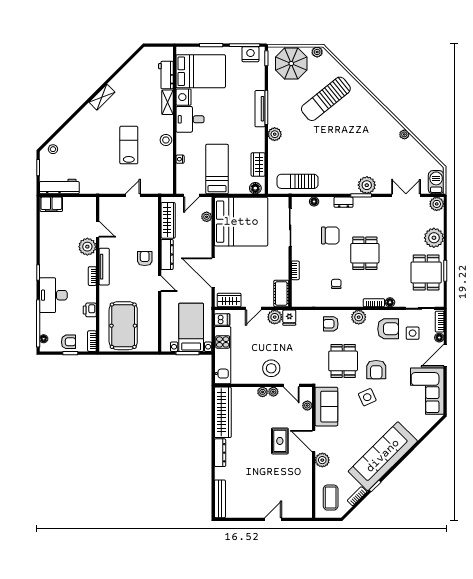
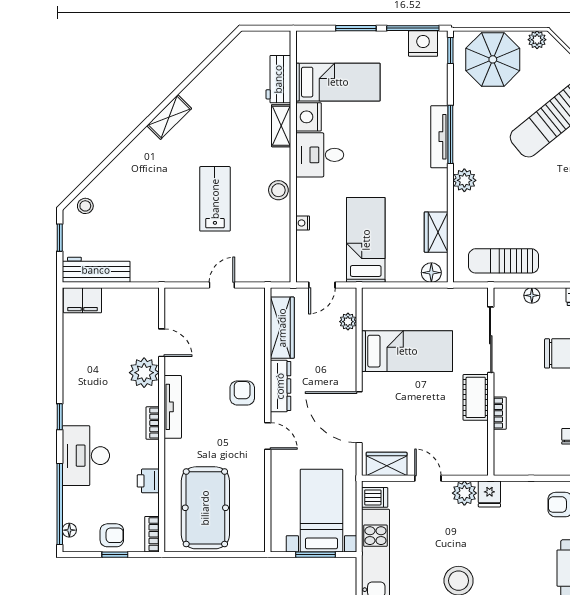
bed: (201, 71) -> (338, 82), width x0.67
bed: (241, 222) -> (407, 351), width x0.49
cot: (281, 293) -> (476, 397), moved
door: (253, 308) -> (428, 478), swing flipped

